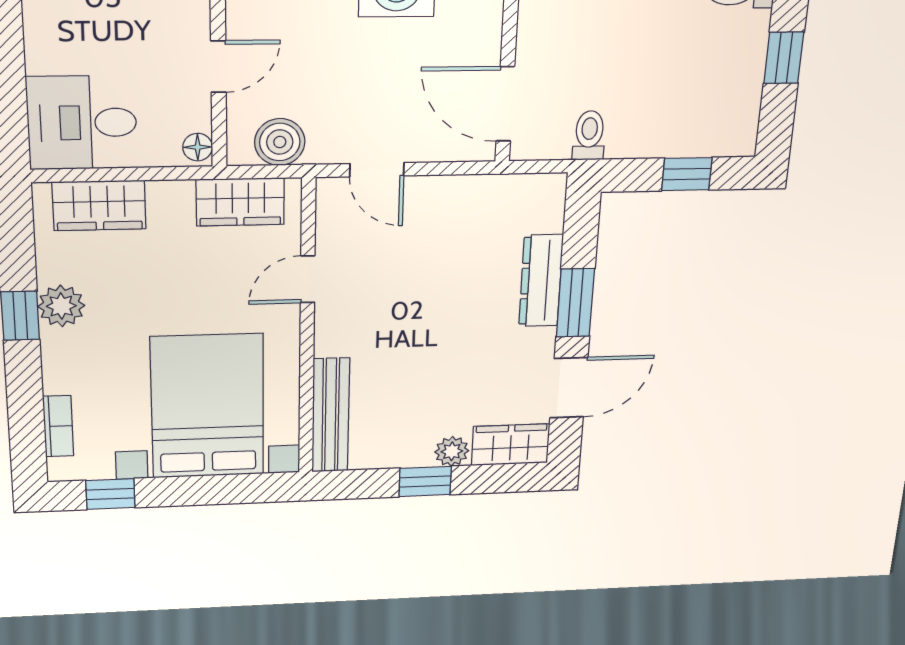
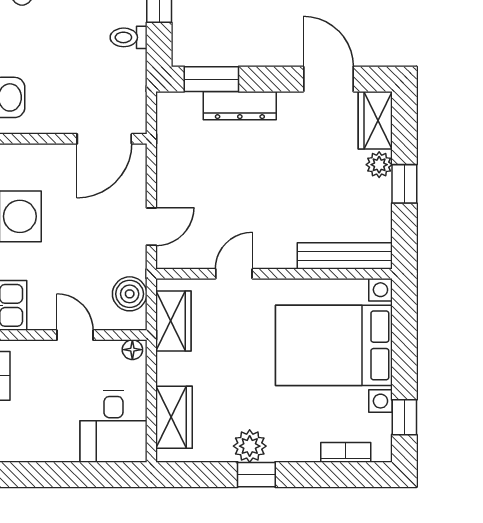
toilet: (589, 135) -> (129, 37), moved
door: (308, 279) -> (234, 274), swing flipped
window: (575, 303) -> (211, 79), moved

